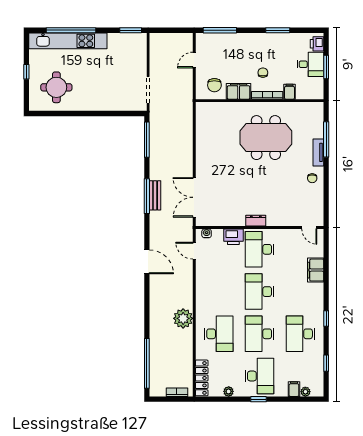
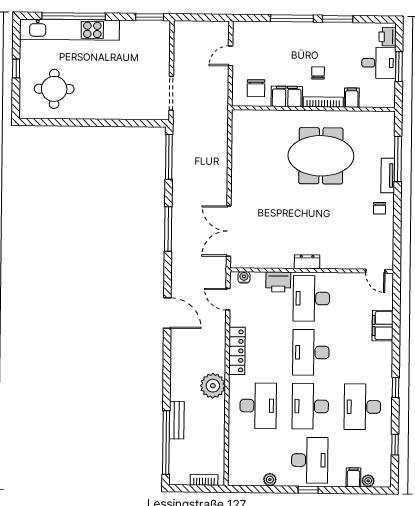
window: (220, 30) -> (292, 18), moved
bench: (155, 195) -> (177, 420), moved
locker: (202, 378) -> (237, 351), moved

